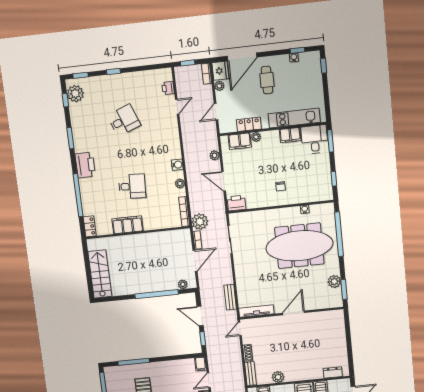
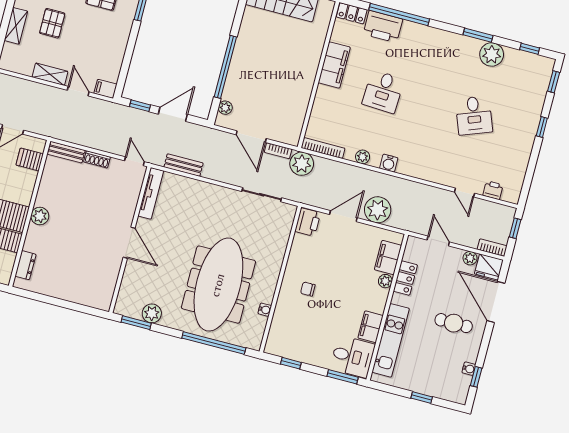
window: (324, 66) -> (422, 397), moved
plant: (75, 94) -> (492, 54), moved
plant: (215, 155) -> (378, 210), width x1.87, depth x1.87
printer: (85, 165) -> (383, 27), moved
plant: (278, 377) -> (40, 216), moved

